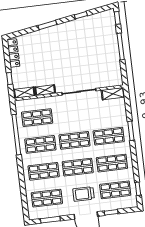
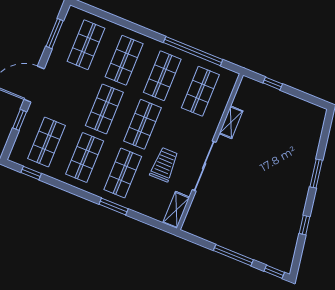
locker: (13, 53) -> (304, 107), removed
shelving: (24, 93) -> (243, 93), removed
trolley: (83, 194) -> (164, 165), moved

